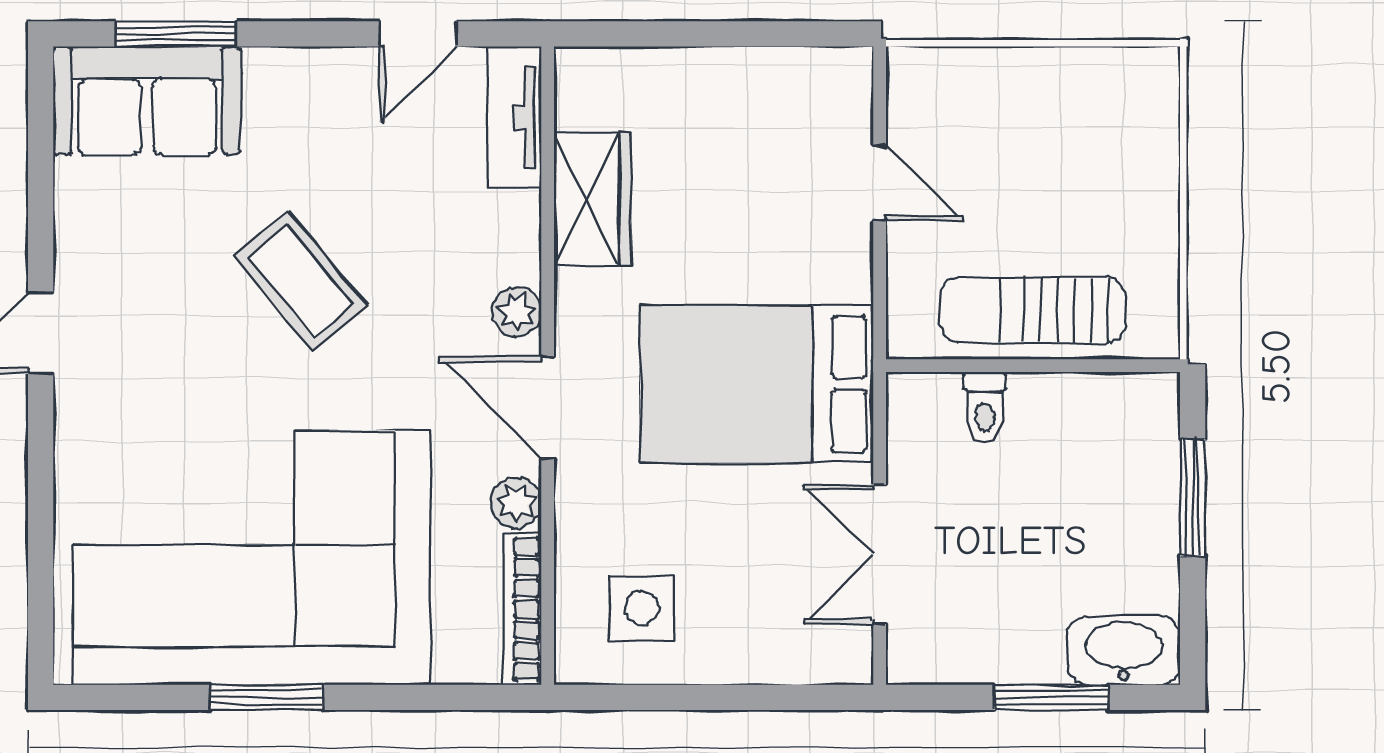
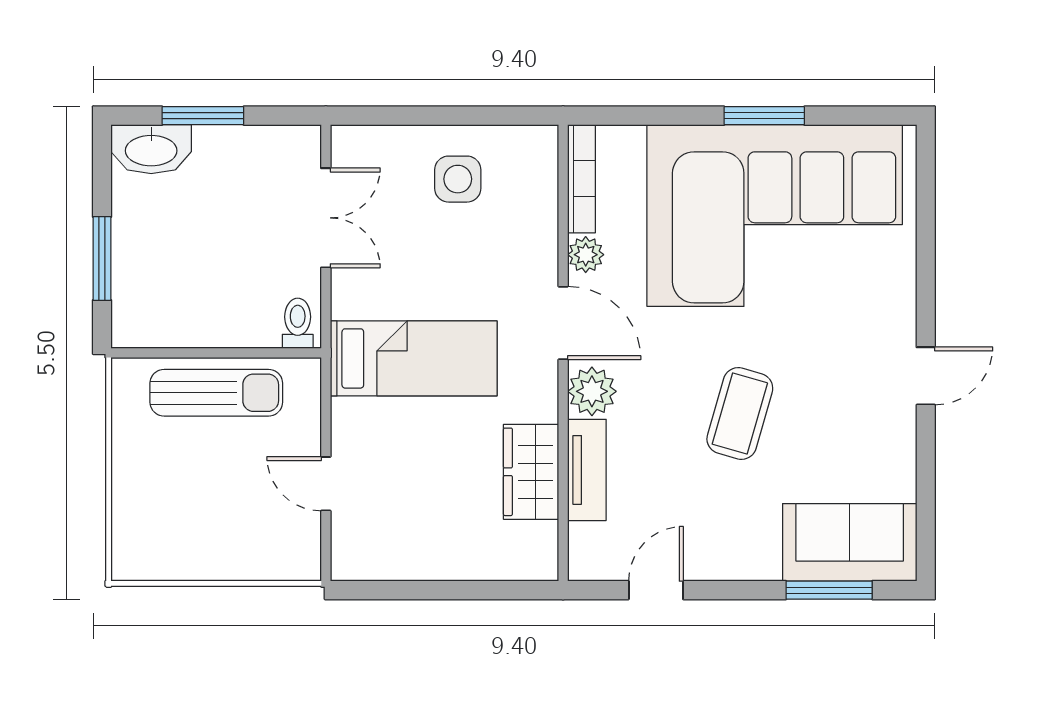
tv unit: (514, 117) -> (587, 470), moved
coffee table: (301, 281) -> (740, 414), turned 56
plant: (517, 312) -> (592, 391), width x1.38, depth x1.38
bed: (757, 384) -> (414, 358), width x0.67
toilet: (985, 407) -> (298, 323), moved
side table: (642, 608) -> (458, 179), moved

